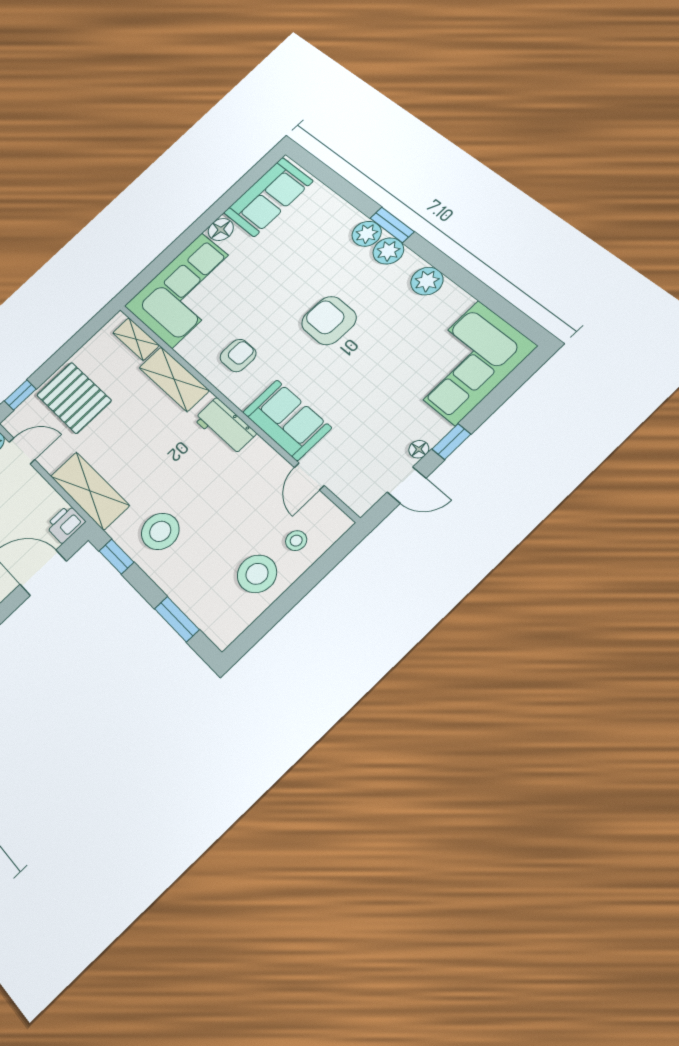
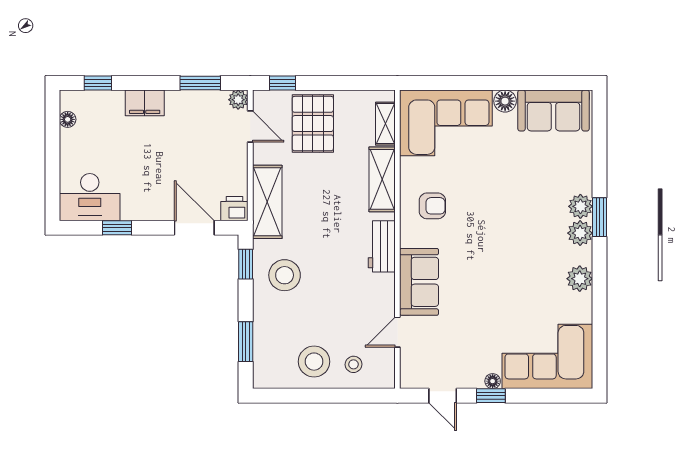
armchair: (329, 320) -> (503, 242), removed
floor lamp: (419, 449) -> (493, 381), moved

